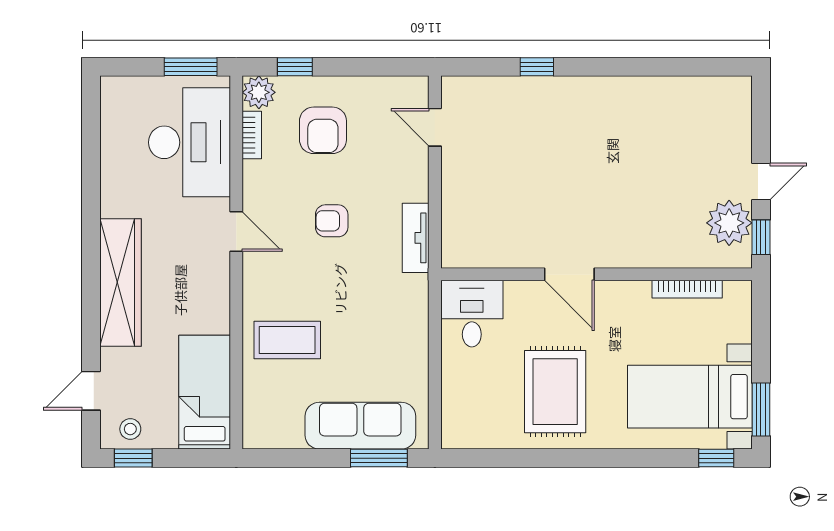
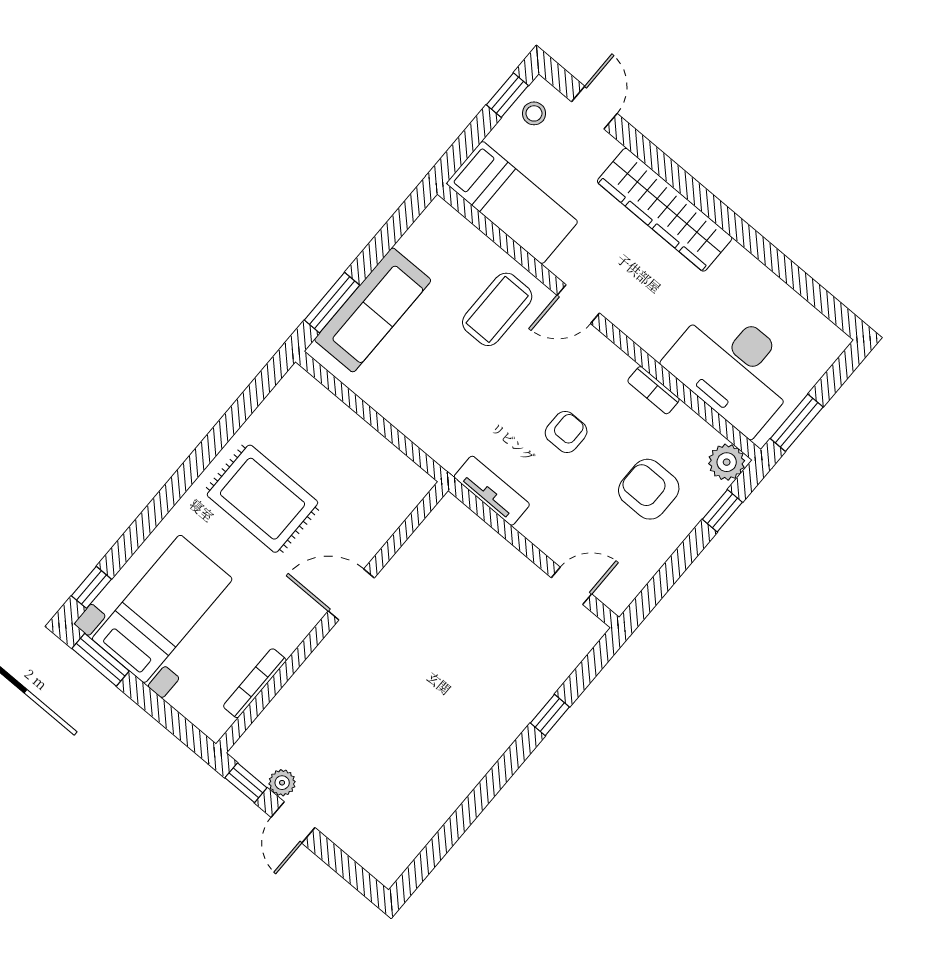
bookcase: (252, 135) -> (654, 390), moved
plant: (729, 223) -> (282, 783), width x0.53, depth x0.53
door: (236, 231) -> (578, 304), moved
desk: (472, 314) -> (388, 484), removed

